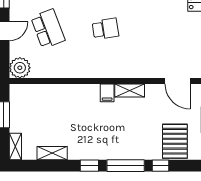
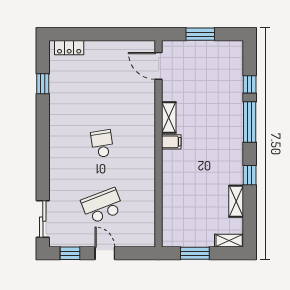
plant: (20, 68) -> (144, 236), removed
door: (178, 81) -> (159, 66), swing flipped
pallet: (175, 141) -> (223, 69), removed
window: (89, 166) -> (250, 175), moved

